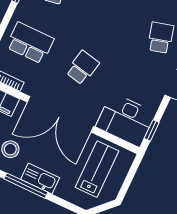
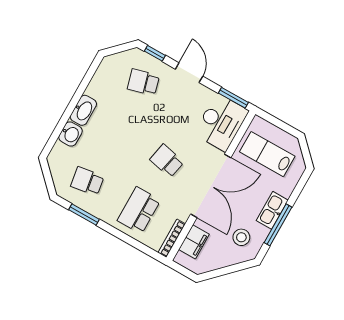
window: (152, 130) -> (233, 98), width x1.50

